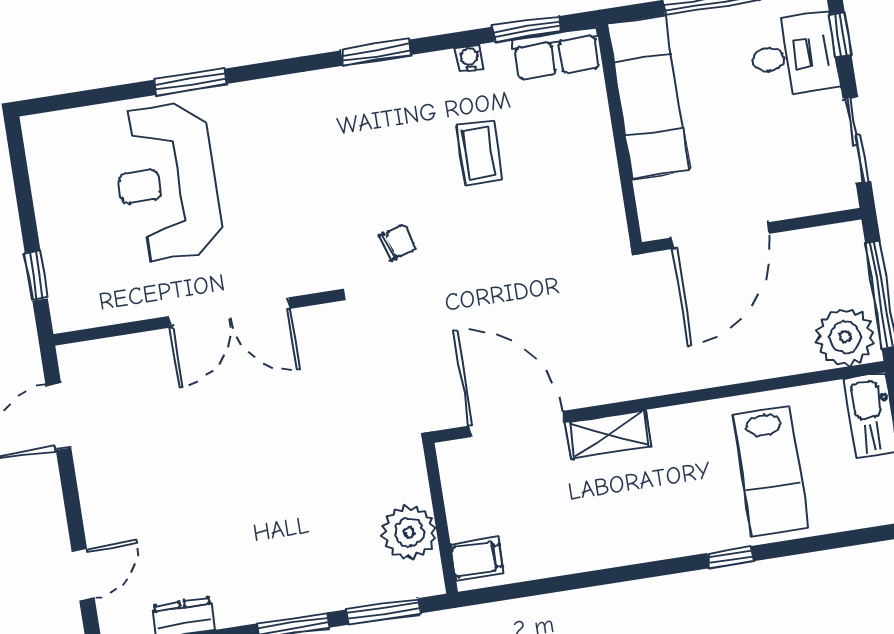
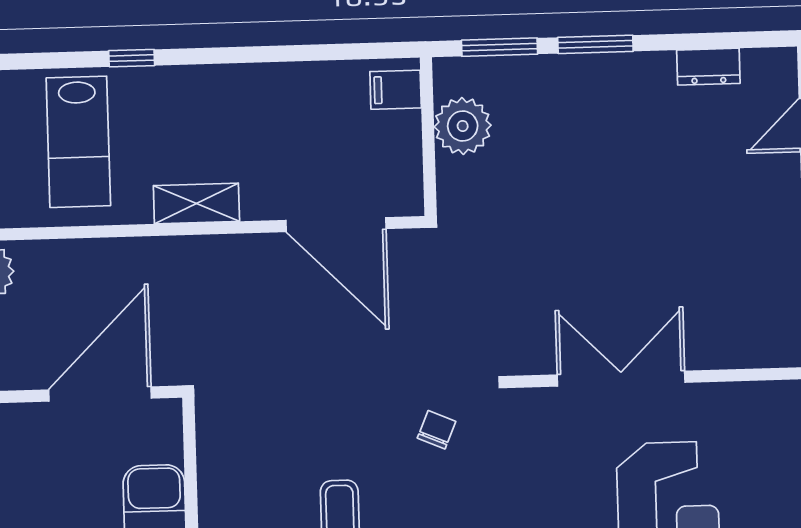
chair: (398, 242) -> (437, 430), turned 129
shelving: (609, 434) -> (196, 203), moved
lab bench: (771, 472) -> (78, 142), turned 180

